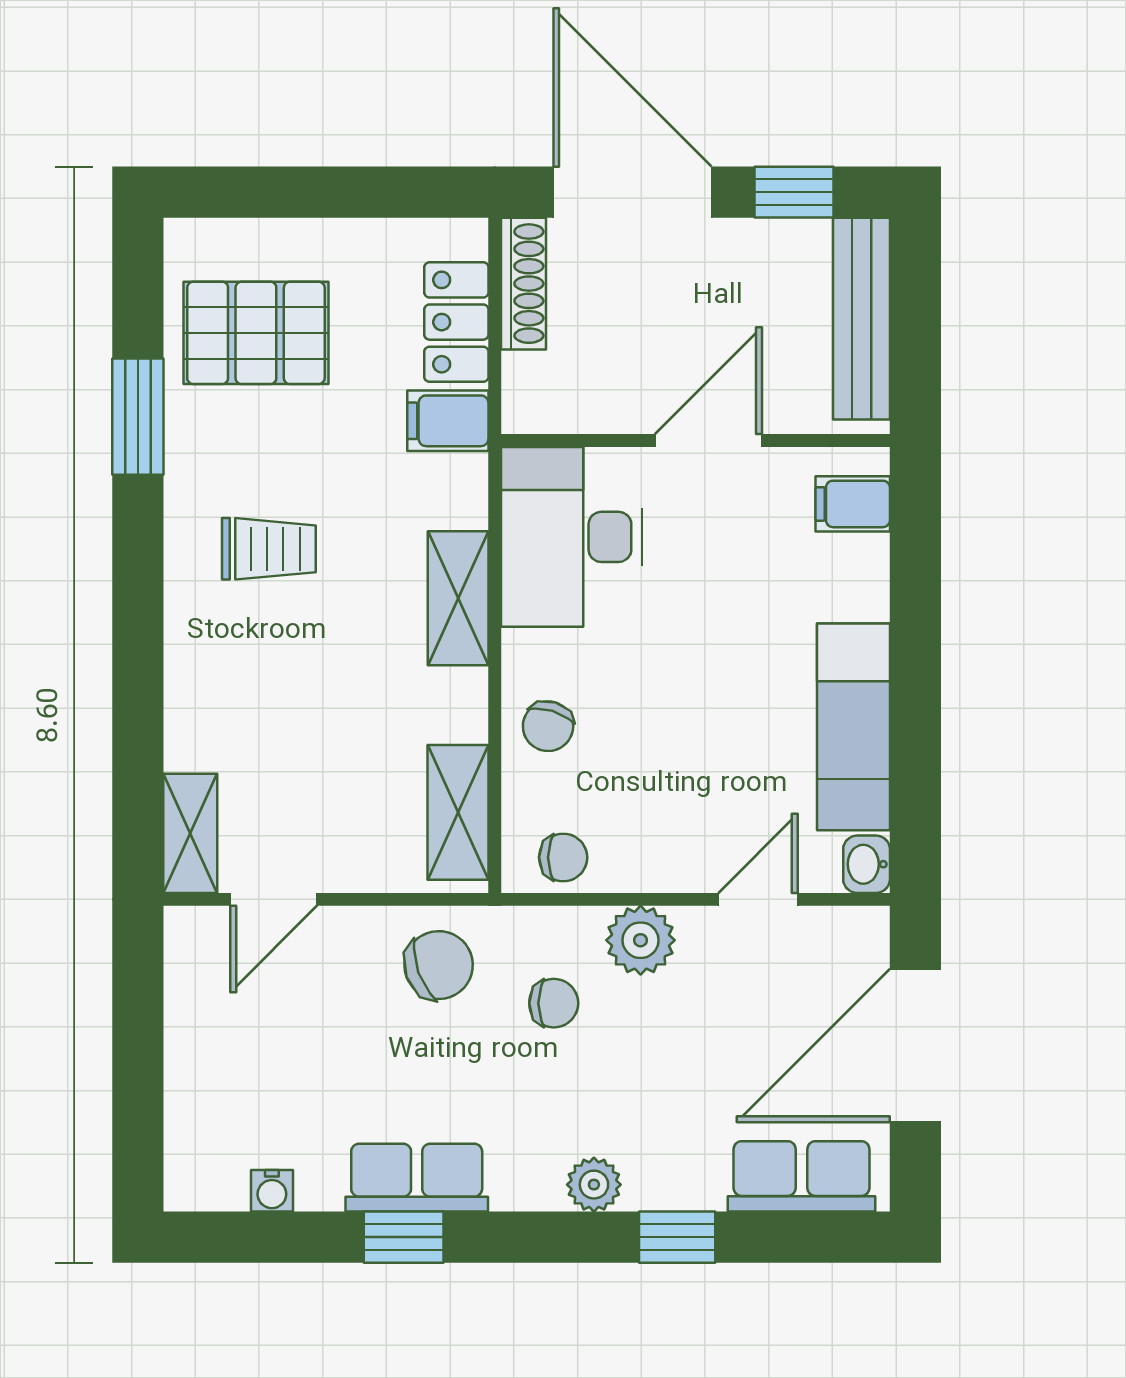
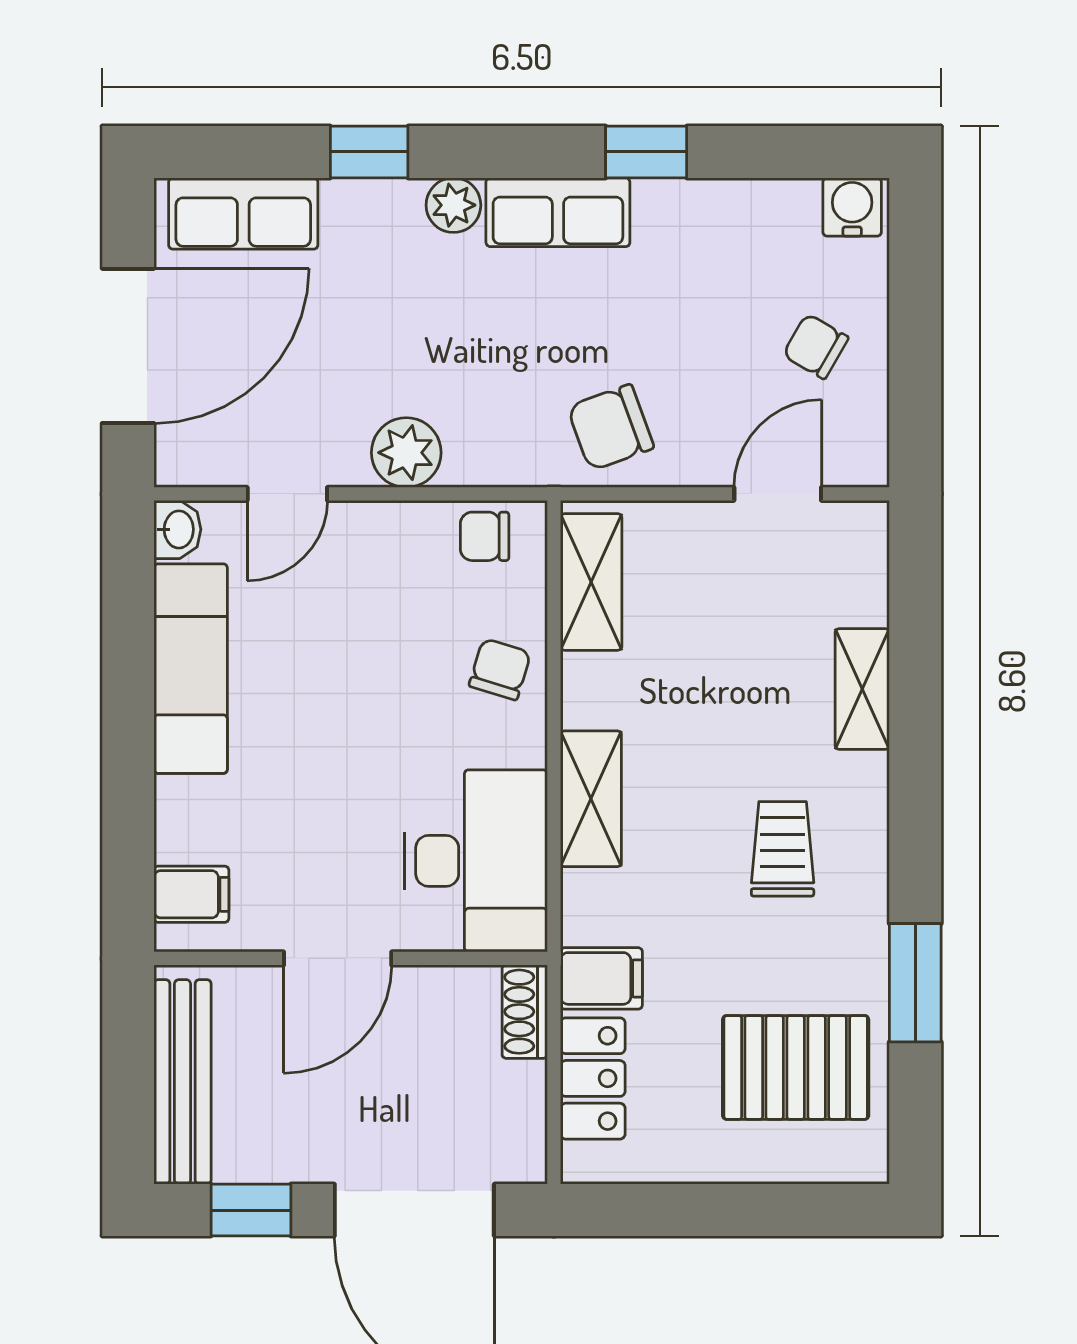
shoe rack: (524, 284) -> (525, 1012), moved, width x0.70
trolley: (269, 549) -> (783, 849), turned 90
shelving: (190, 833) -> (862, 689), moved
chair: (554, 1003) -> (816, 346), moved, turned 30
row of seats: (417, 1178) -> (558, 212), moved
water cooler: (272, 1191) -> (852, 207), moved, width x1.38, depth x1.38

